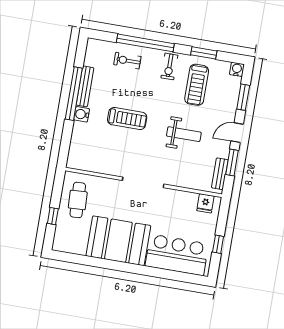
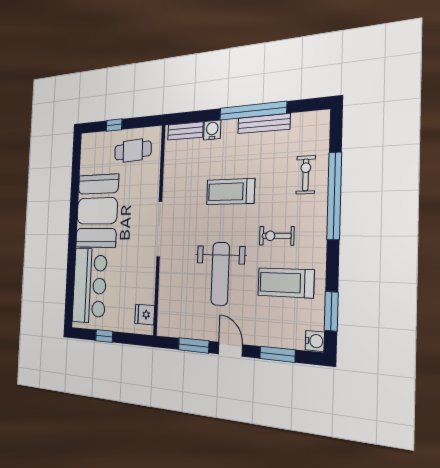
window: (204, 53) -> (331, 311), moved
exercise bike: (169, 67) -> (277, 236), moved
water cooler: (82, 114) -> (212, 130), moved
treadmill: (127, 119) -> (230, 192), turned 90
weight bench: (184, 134) -> (220, 274), width x1.36, depth x1.33
bench: (220, 174) -> (185, 131), moved

